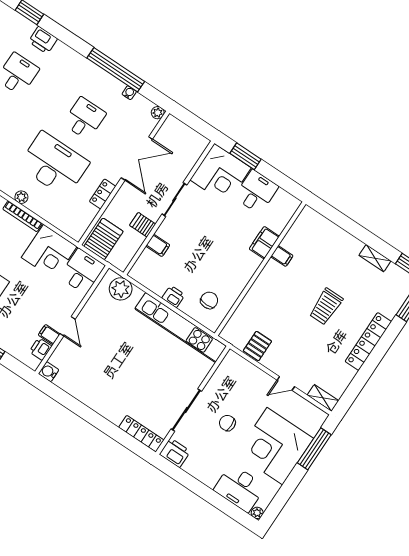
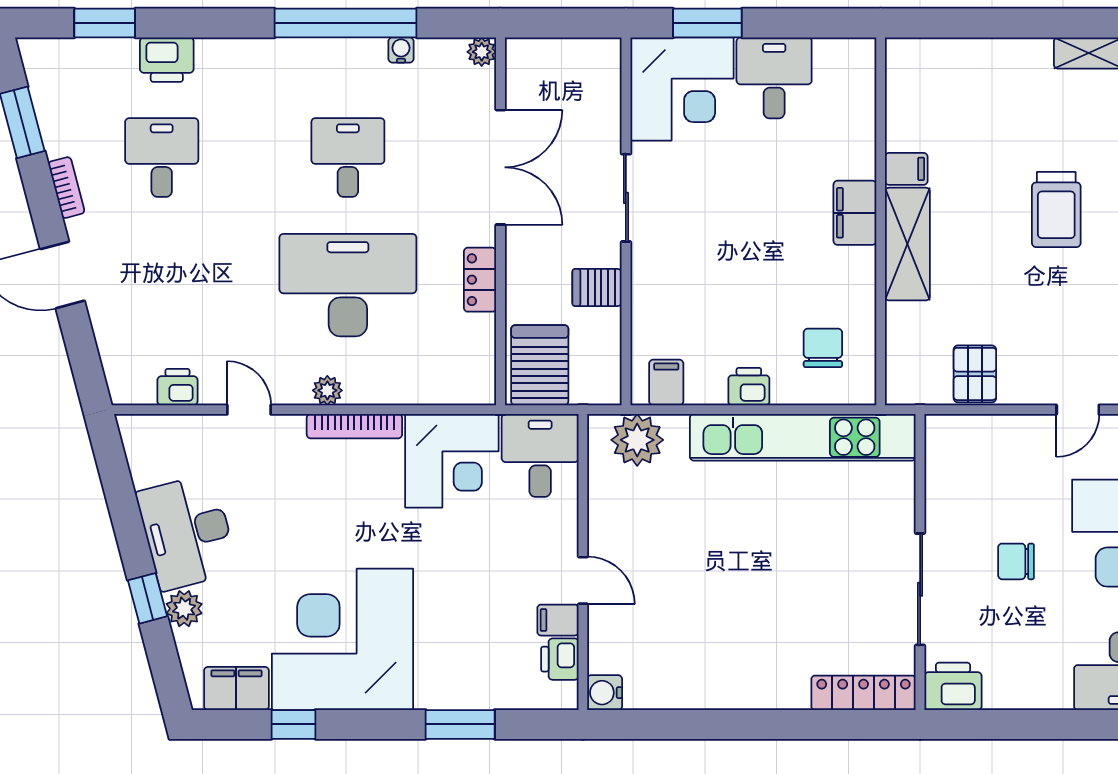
filing cabinet: (264, 243) -> (855, 213), moved
filing cabinet: (158, 245) -> (666, 382), moved, turned -90
shelving: (264, 283) -> (907, 244), added

